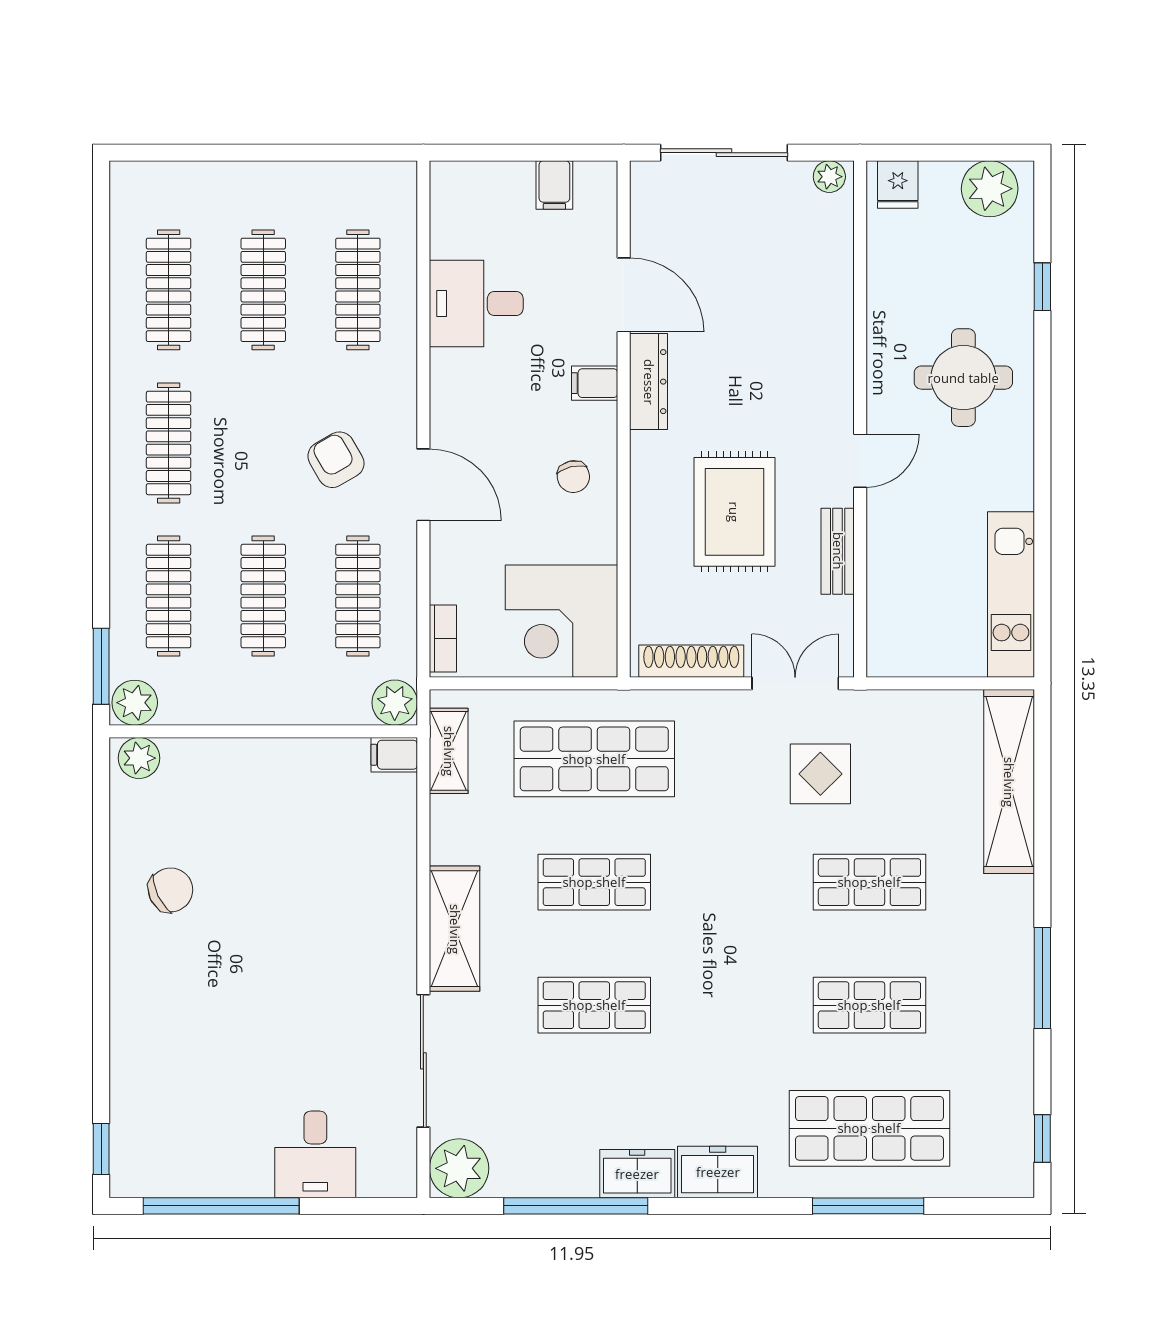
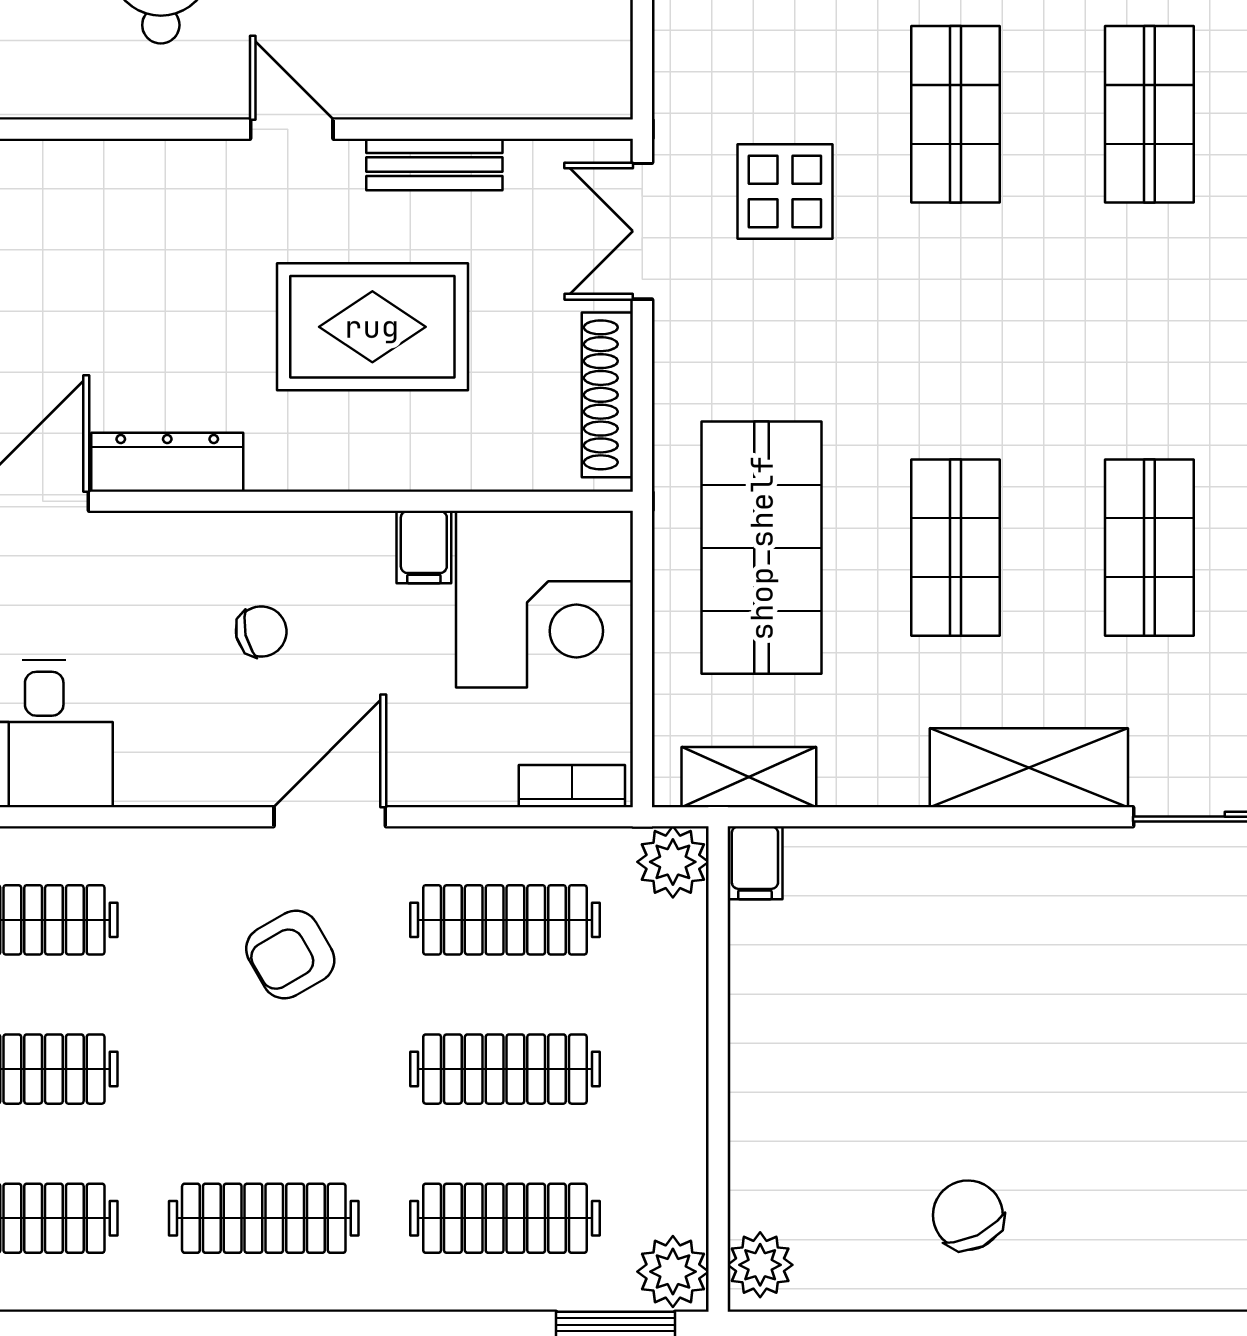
filing cabinet: (595, 383) -> (424, 547), moved
chair: (573, 477) -> (261, 631), moved

